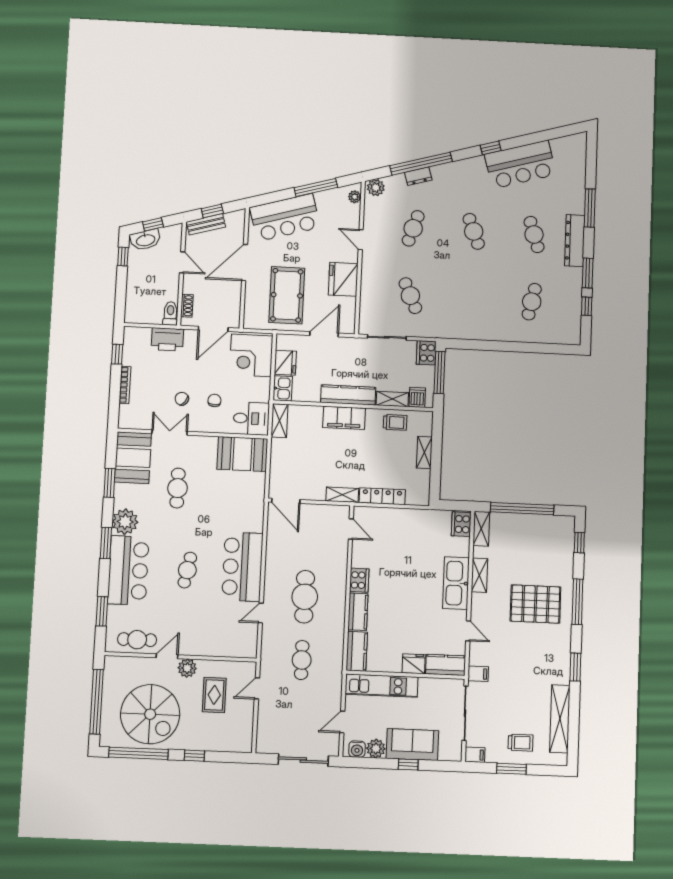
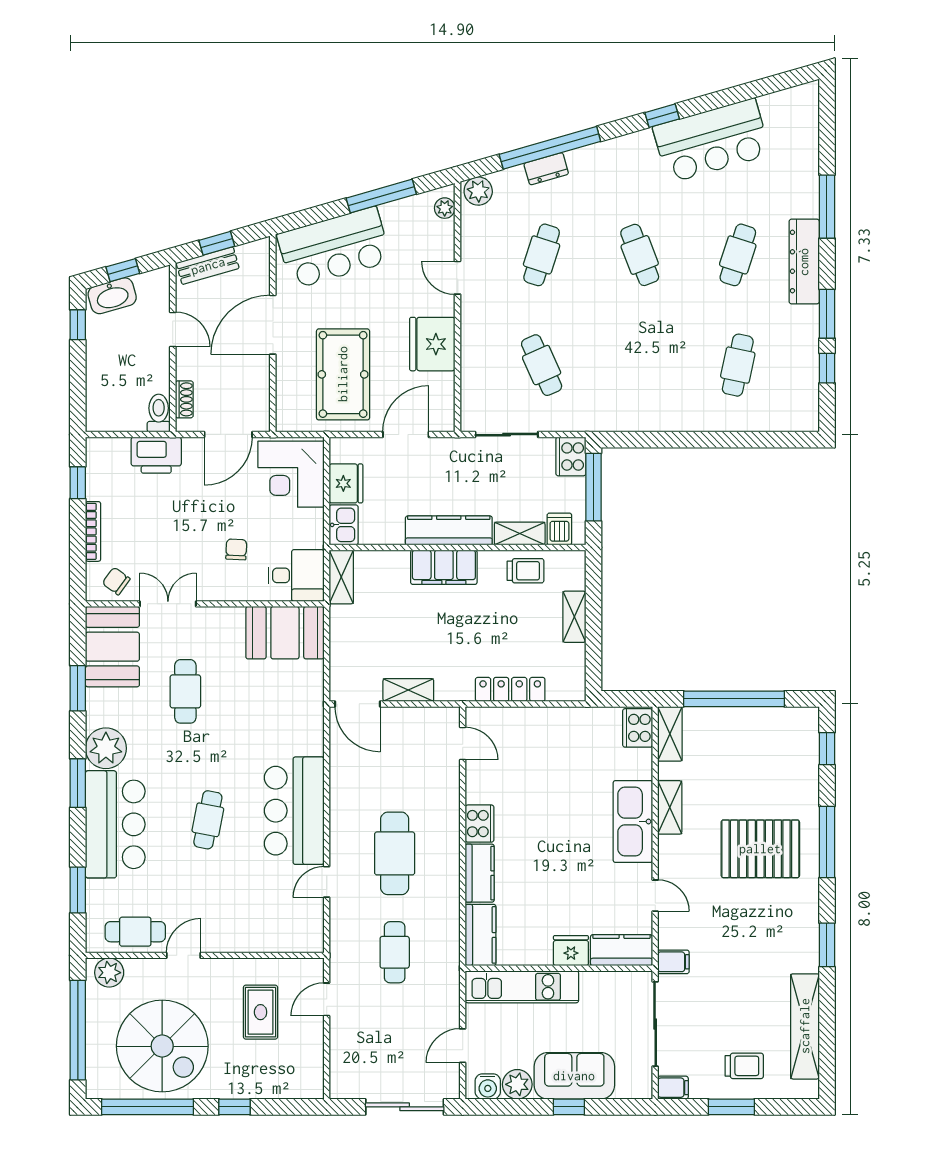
cafe table: (534, 234) -> (738, 255), turned 36
chair: (182, 399) -> (116, 581), moved
shelving: (342, 495) -> (408, 690), moved
plant: (187, 668) -> (109, 973), moved

